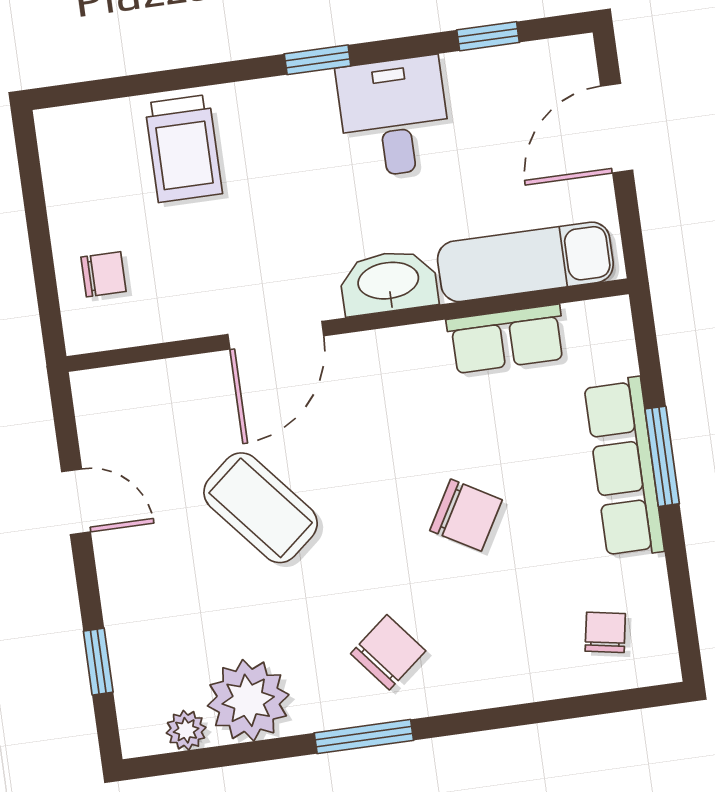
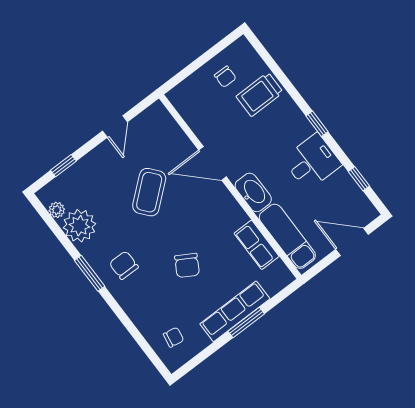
chair: (103, 274) -> (225, 77), moved
chair: (388, 652) -> (124, 265), turned -141

